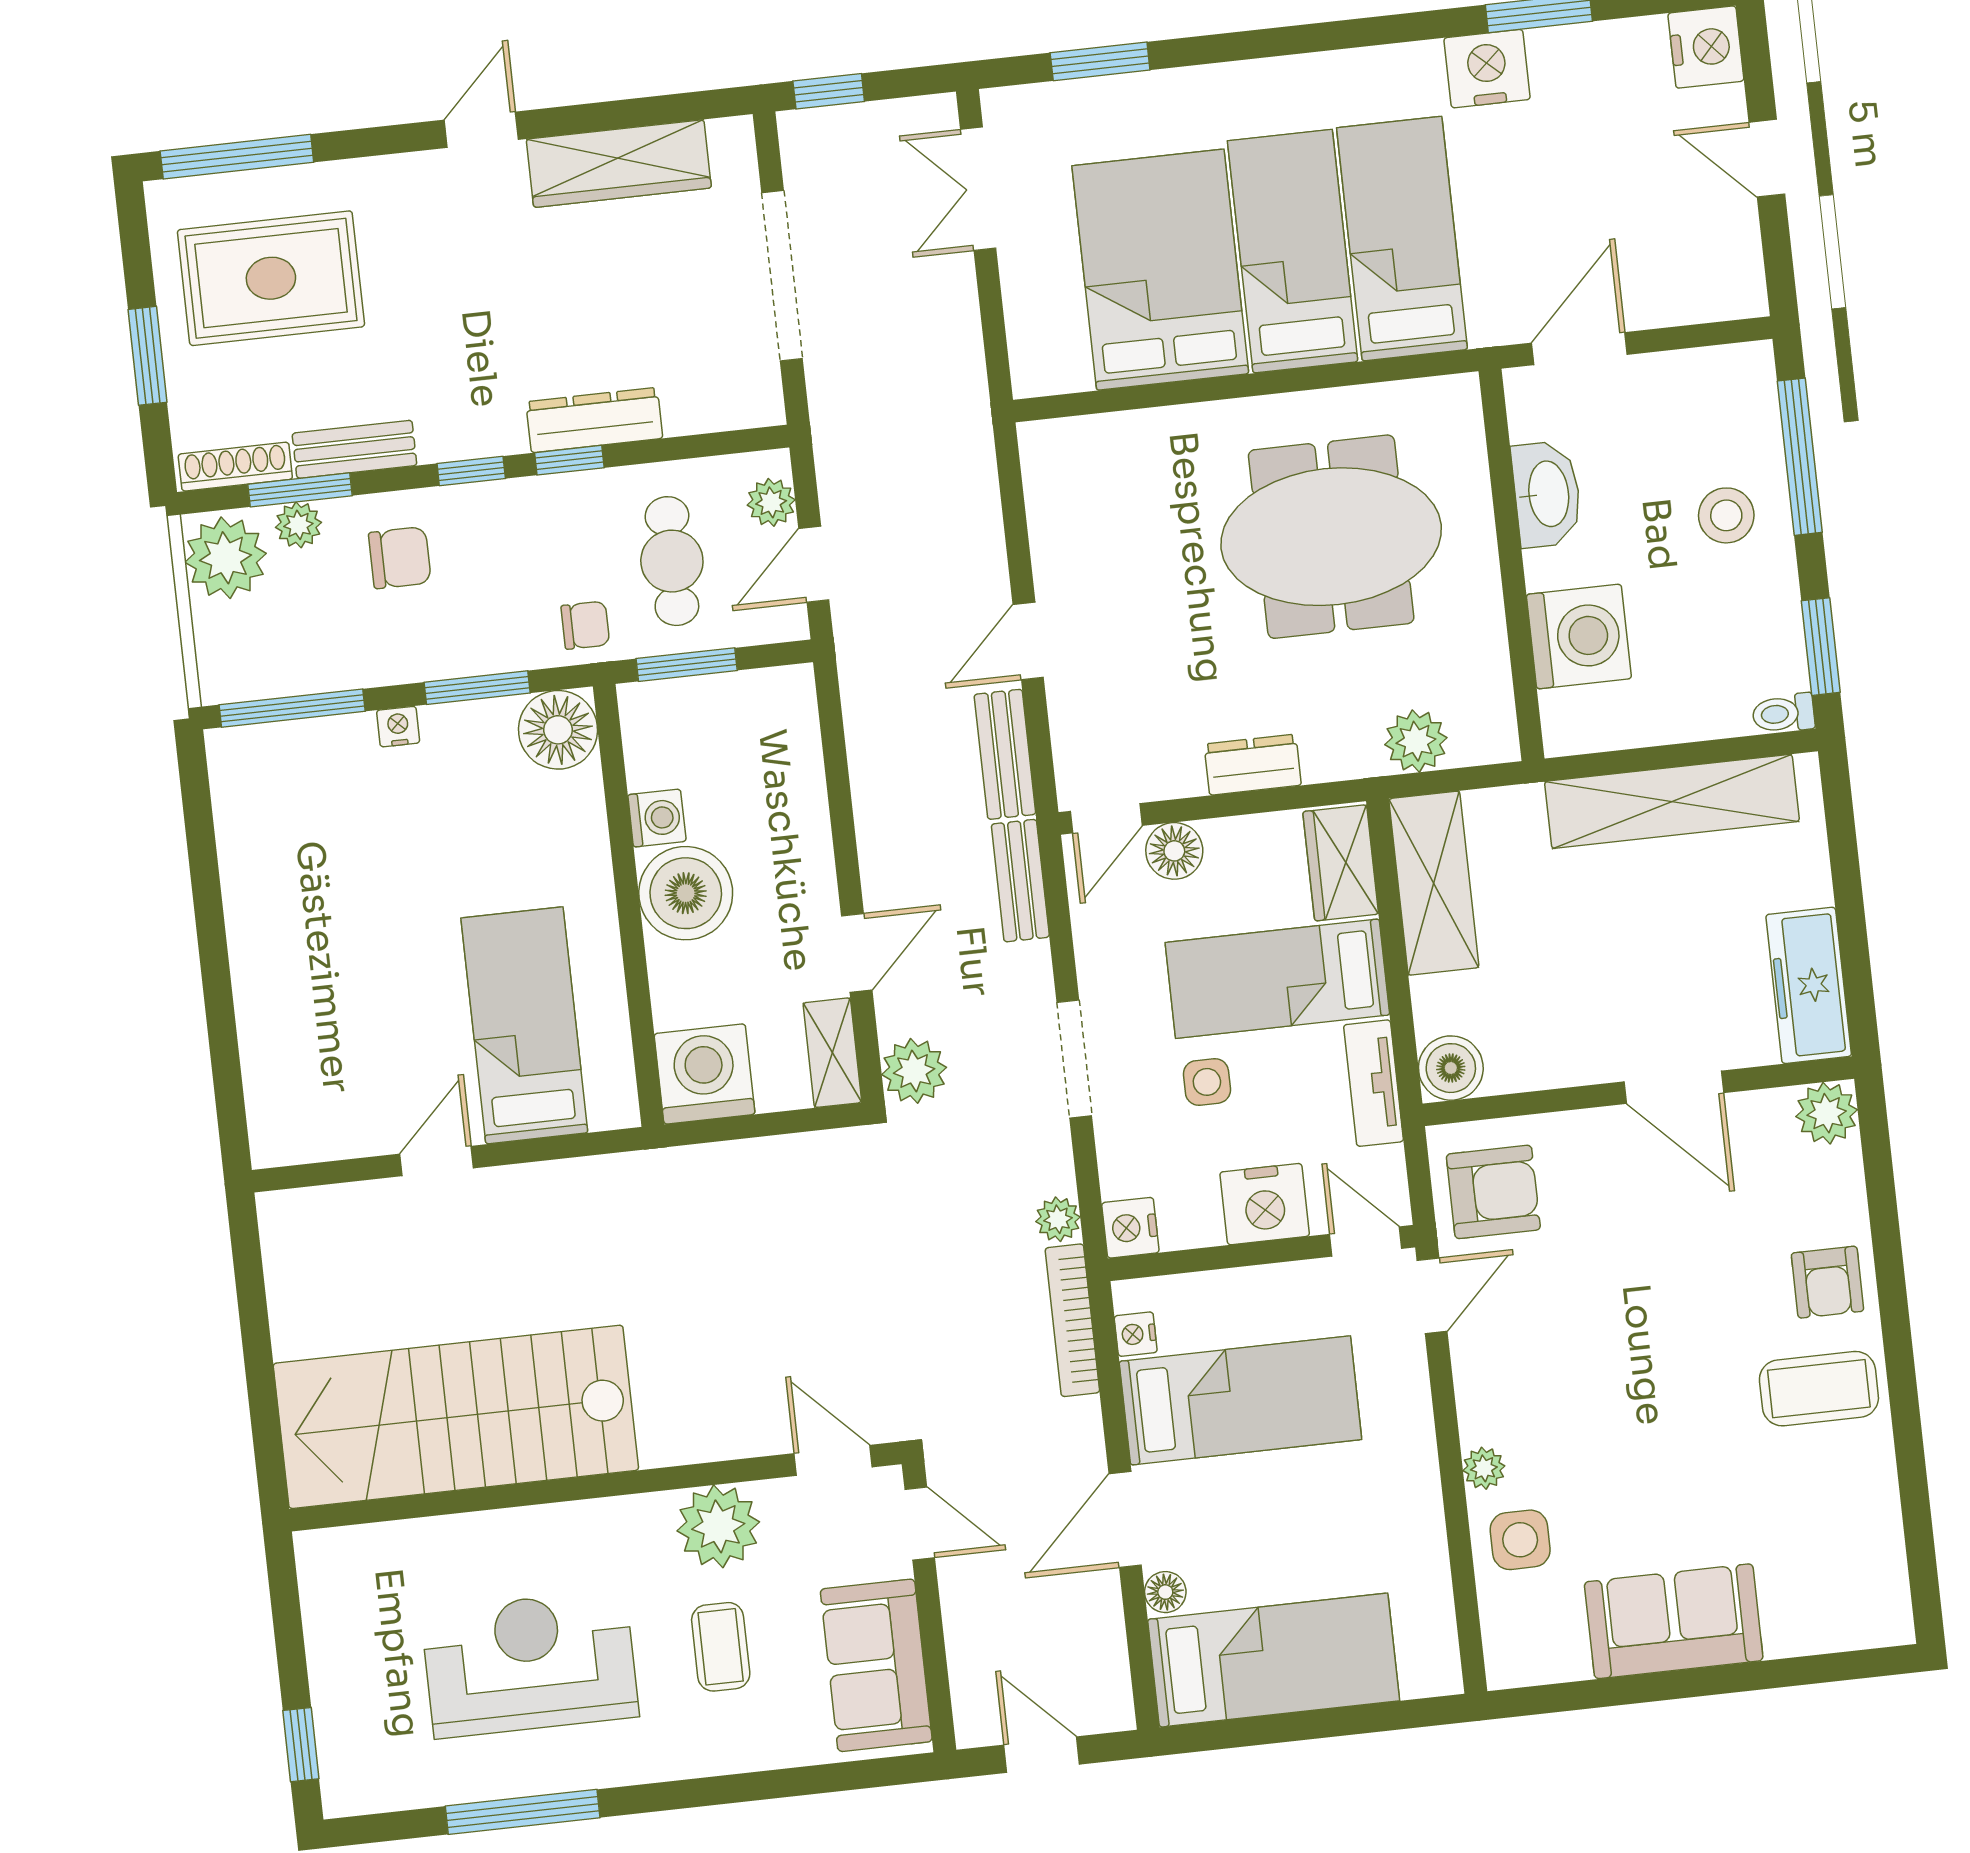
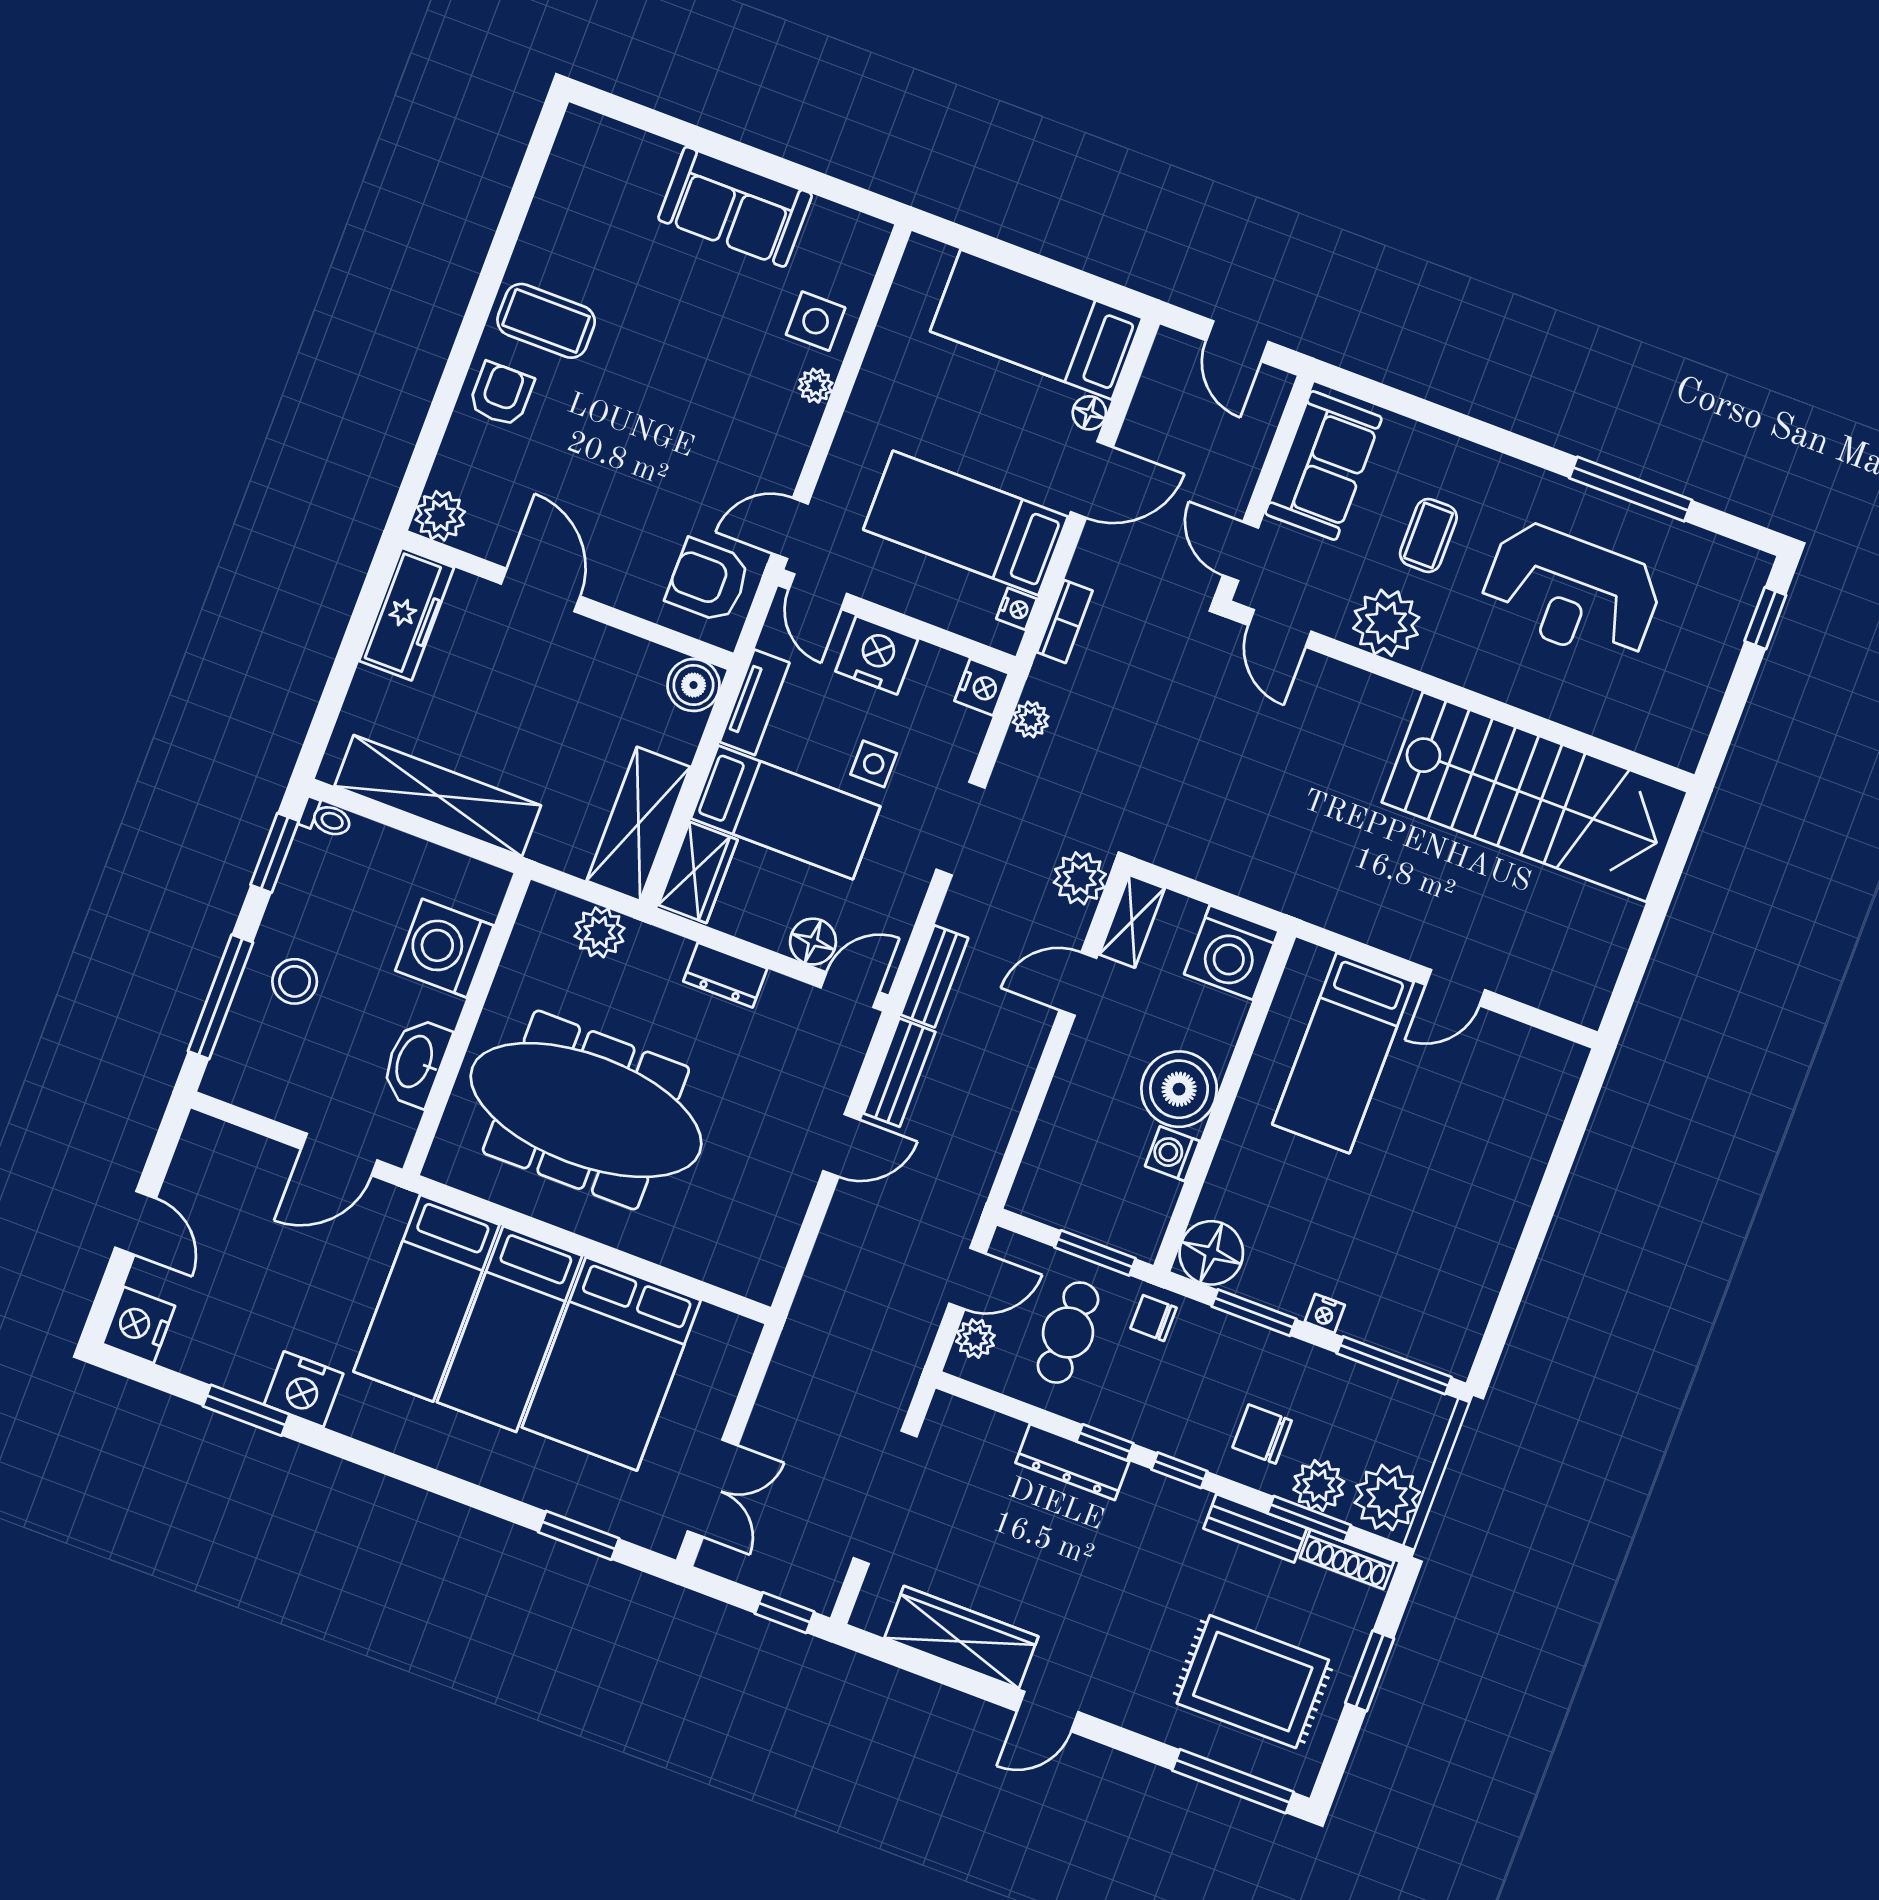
plant: (298, 525) -> (1319, 1485), width x1.38, depth x1.38
meeting table: (1331, 537) -> (586, 1110), width x1.36
bookcase: (1072, 1320) -> (1065, 621), width x0.64

